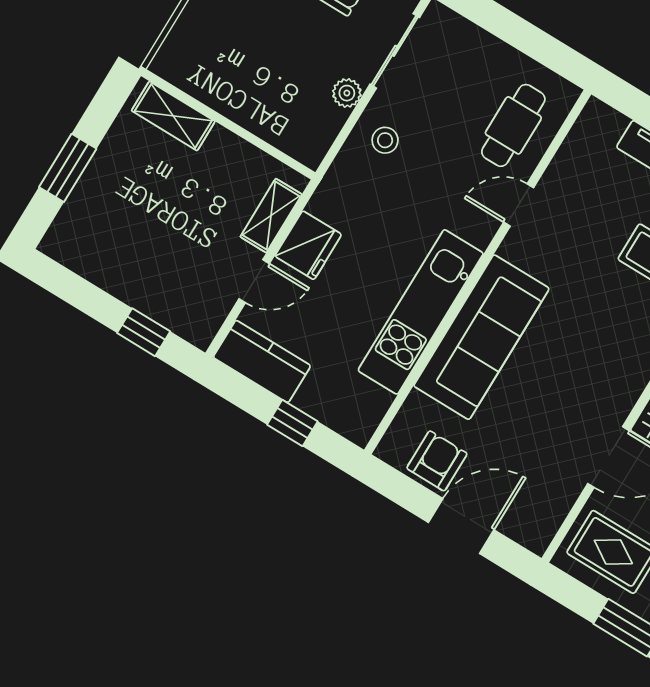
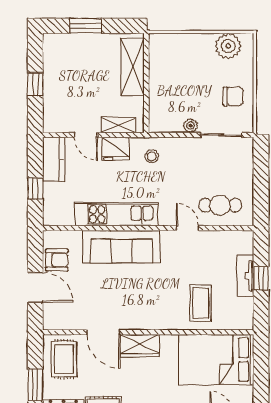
shelving: (173, 116) -> (133, 67), width x1.50, depth x1.33
stool: (385, 140) -> (152, 156), moved
window: (144, 332) -> (35, 84), moved

